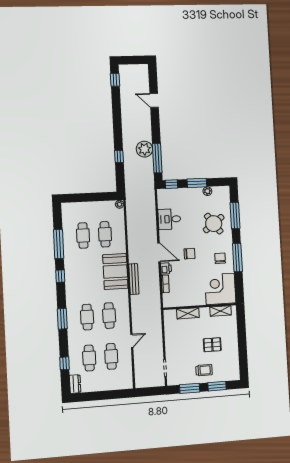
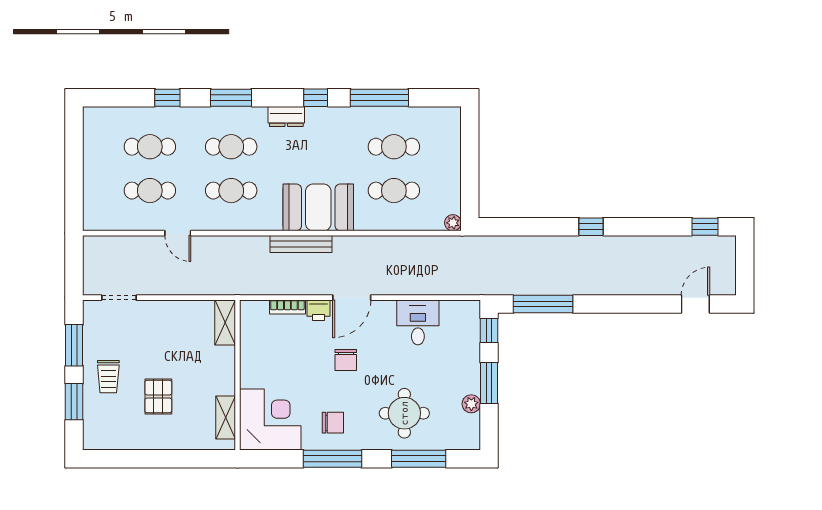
door: (154, 100) -> (695, 304), moved
plant: (144, 149) -> (562, 279), removed
window: (119, 156) -> (591, 227), moved
round table: (214, 224) -> (404, 413), turned 37
shelving: (188, 313) -> (225, 322), moved
window: (64, 363) -> (167, 98), moved
dresser: (75, 384) -> (286, 117), moved

